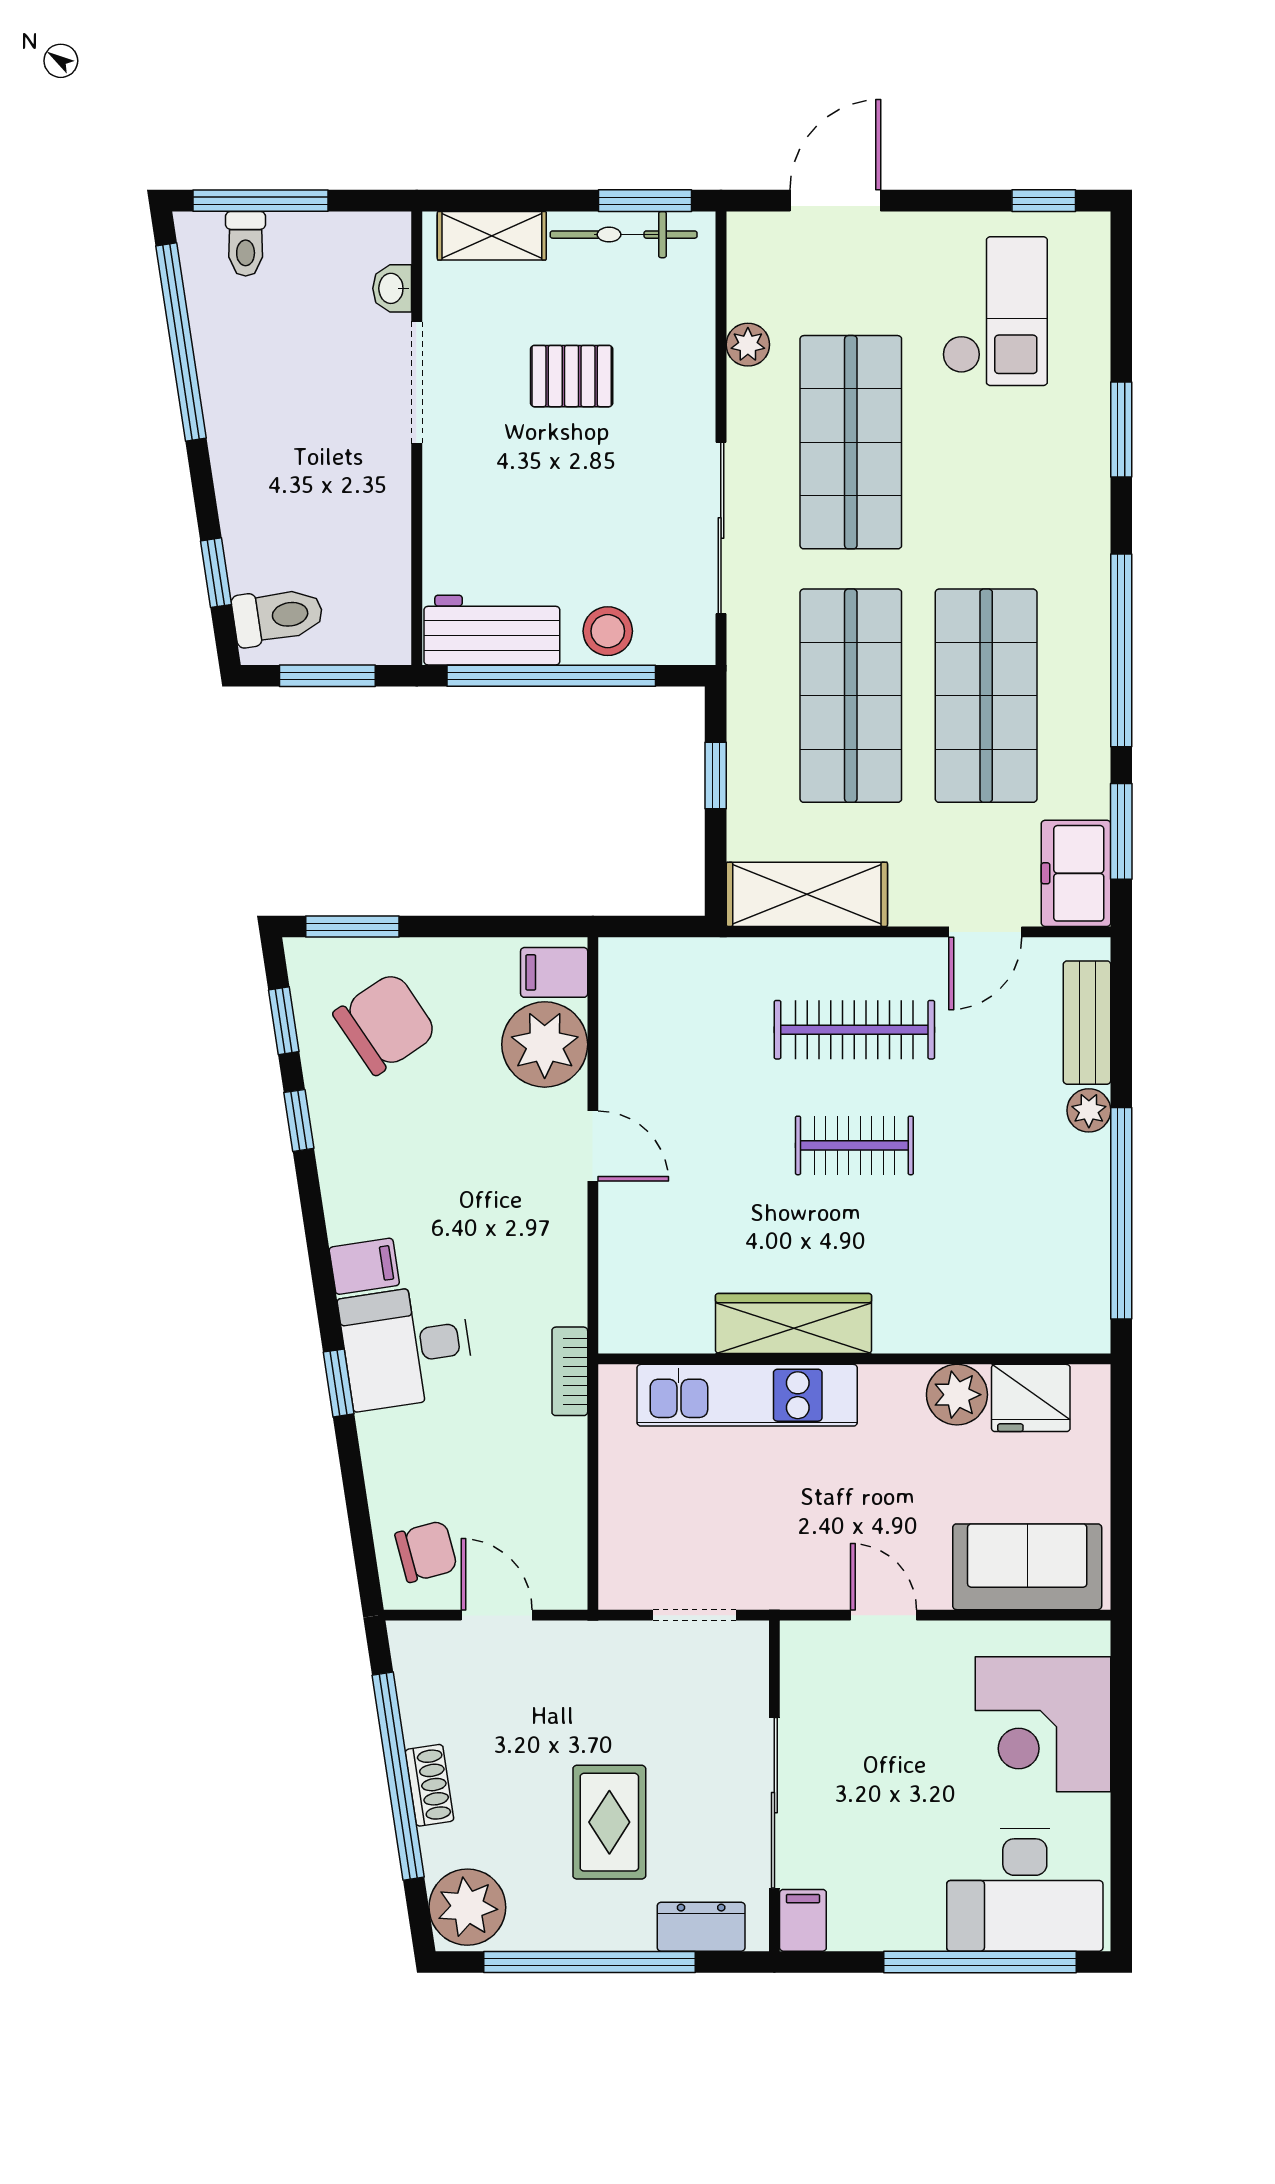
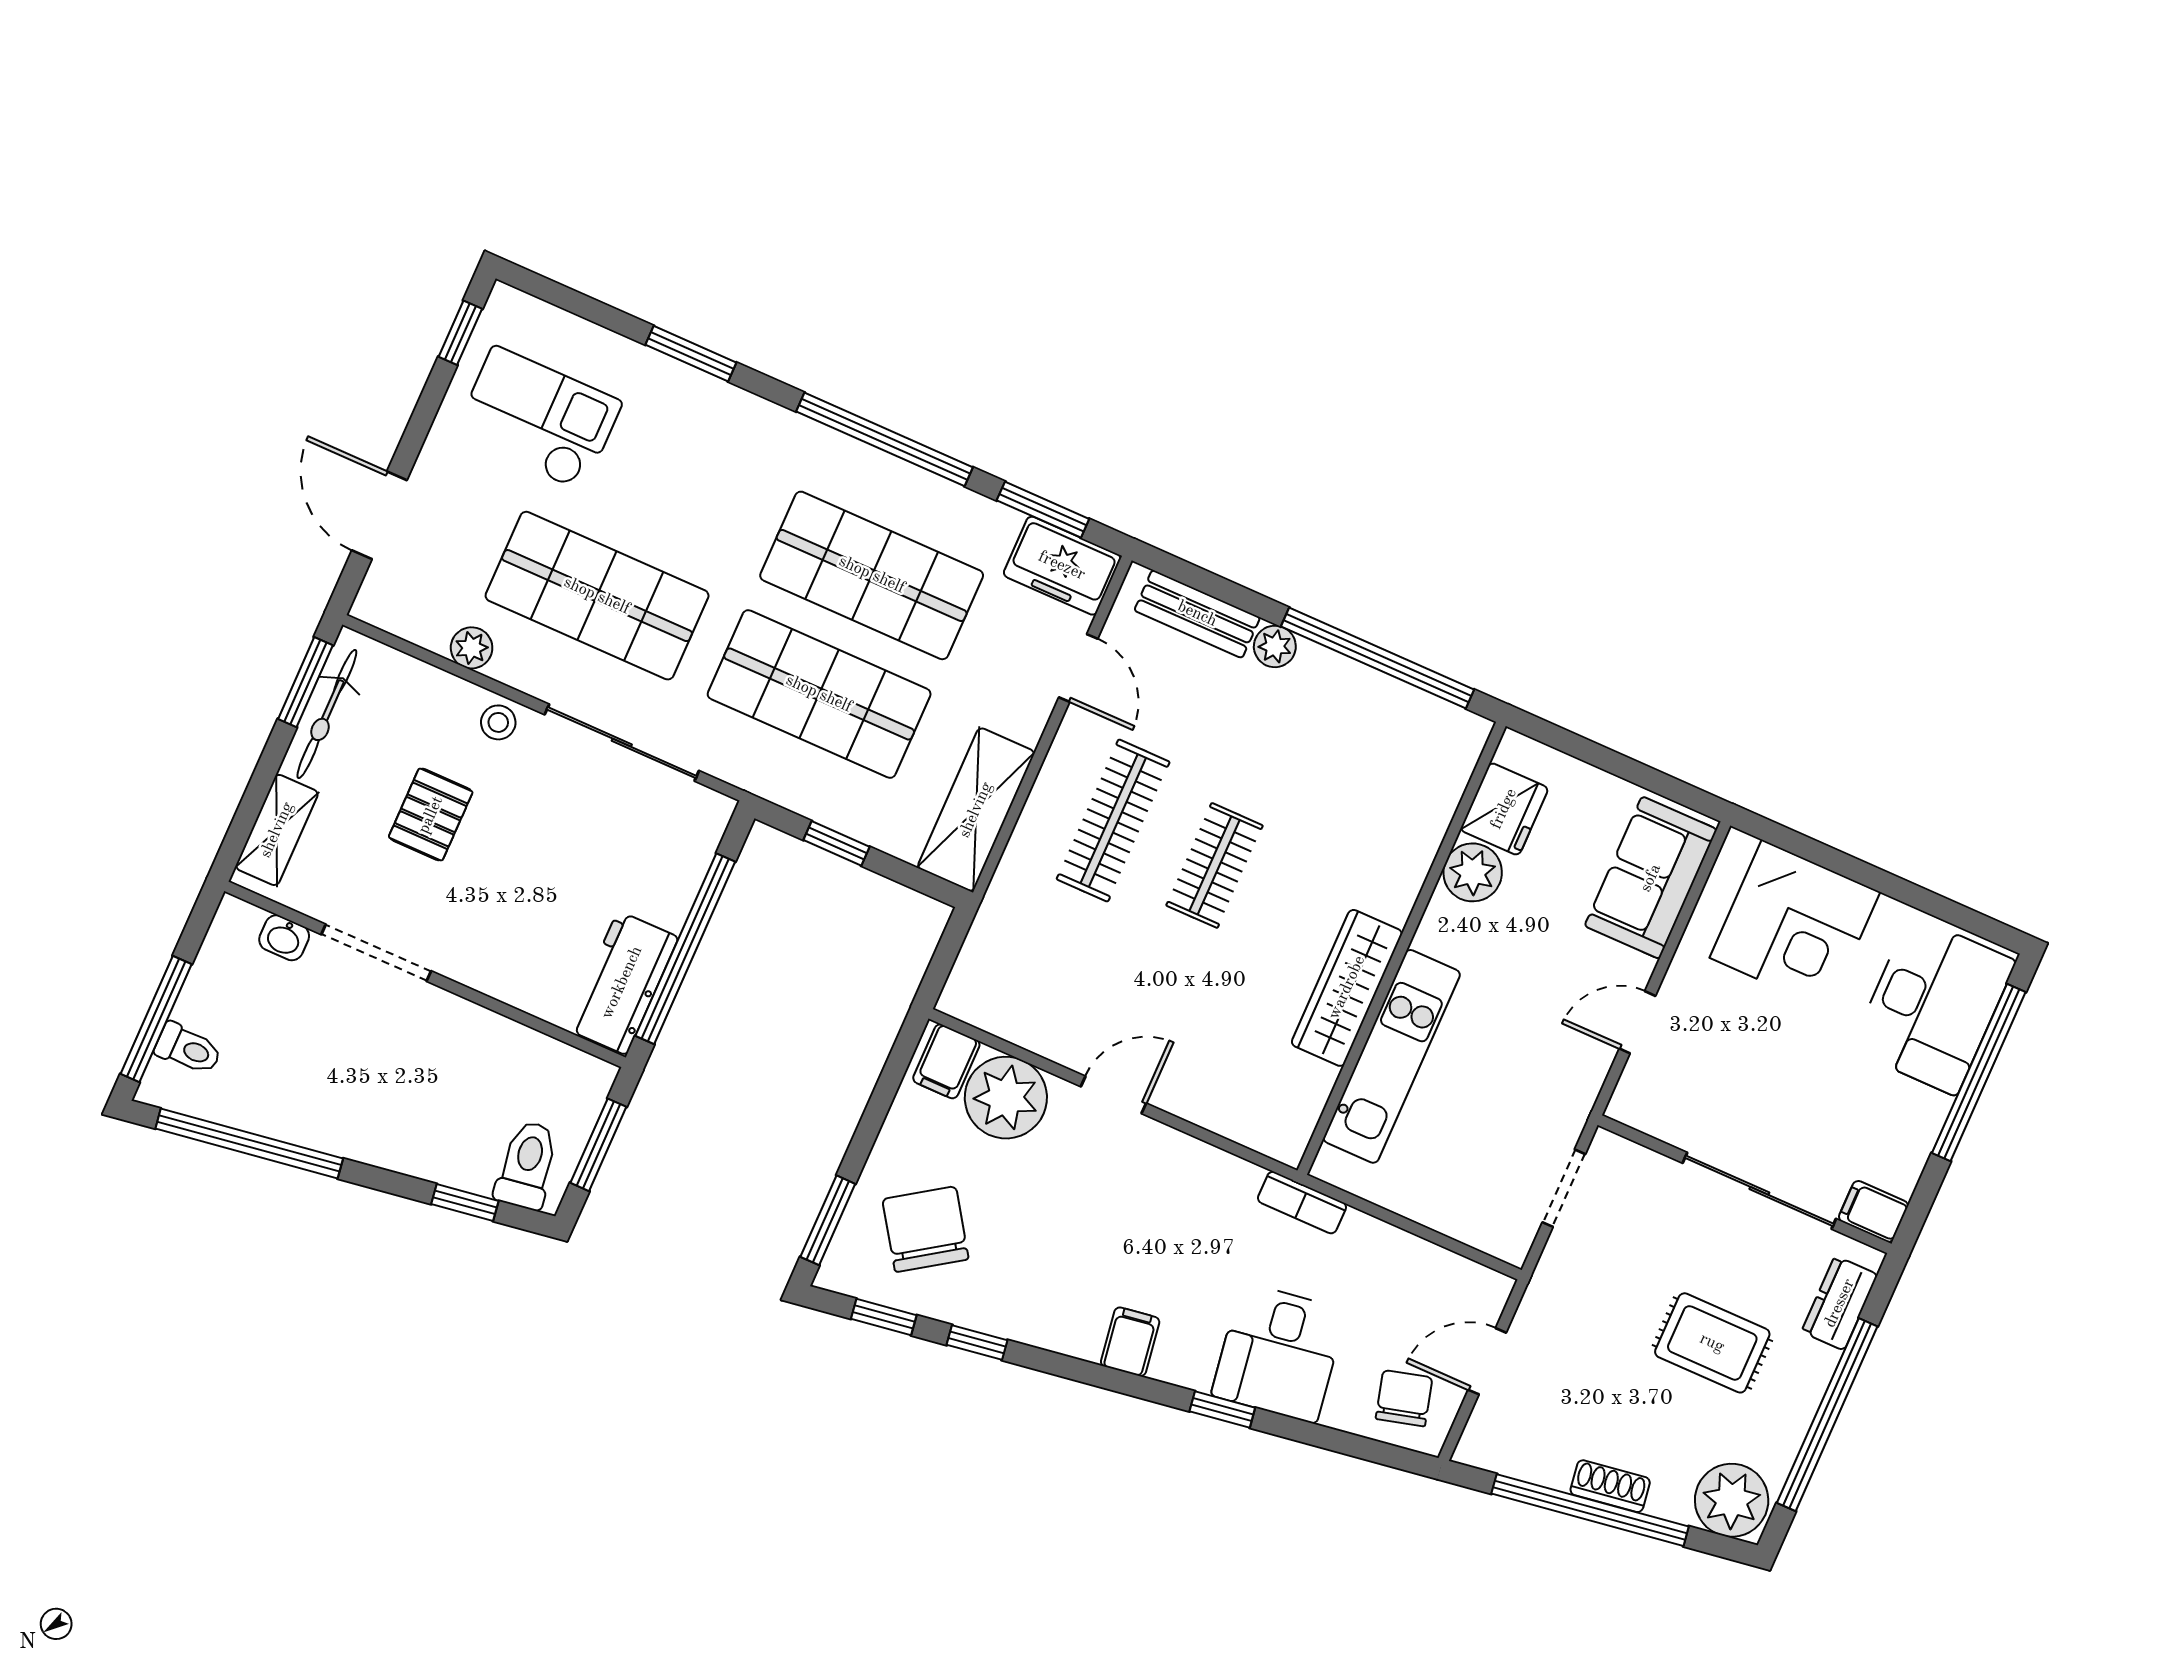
stool: (608, 631) -> (498, 722), moved, width x0.73, depth x0.73
desk: (407, 1347) -> (1279, 1353), moved

